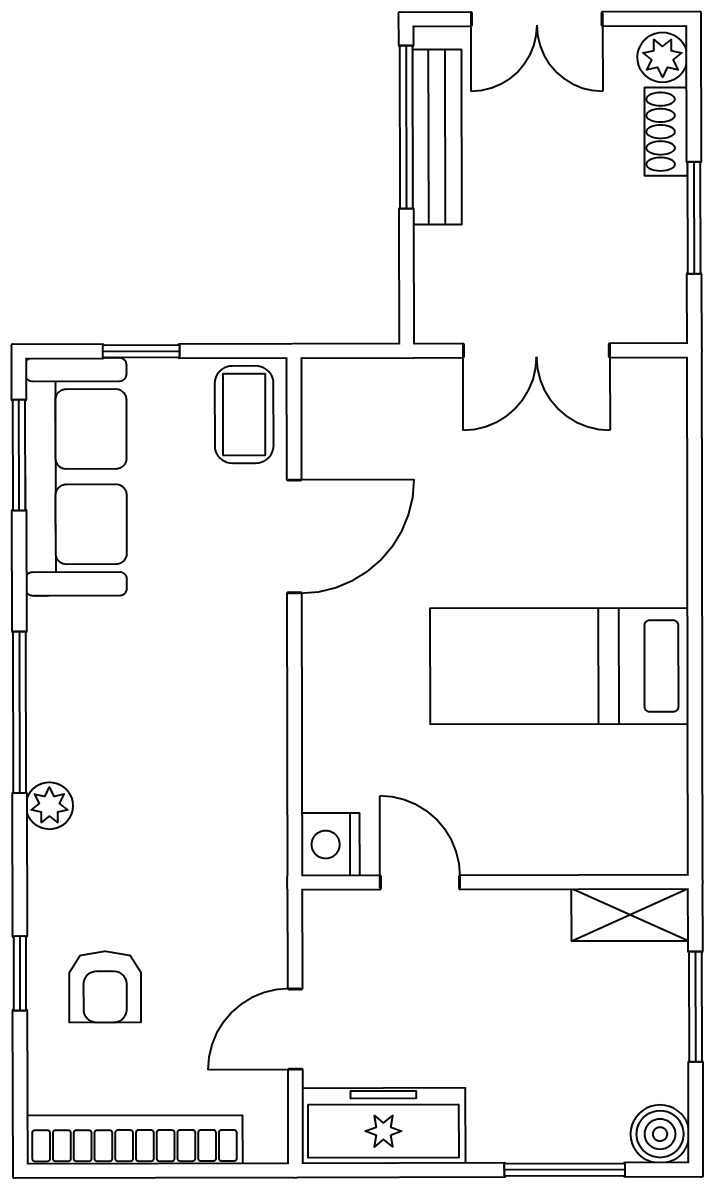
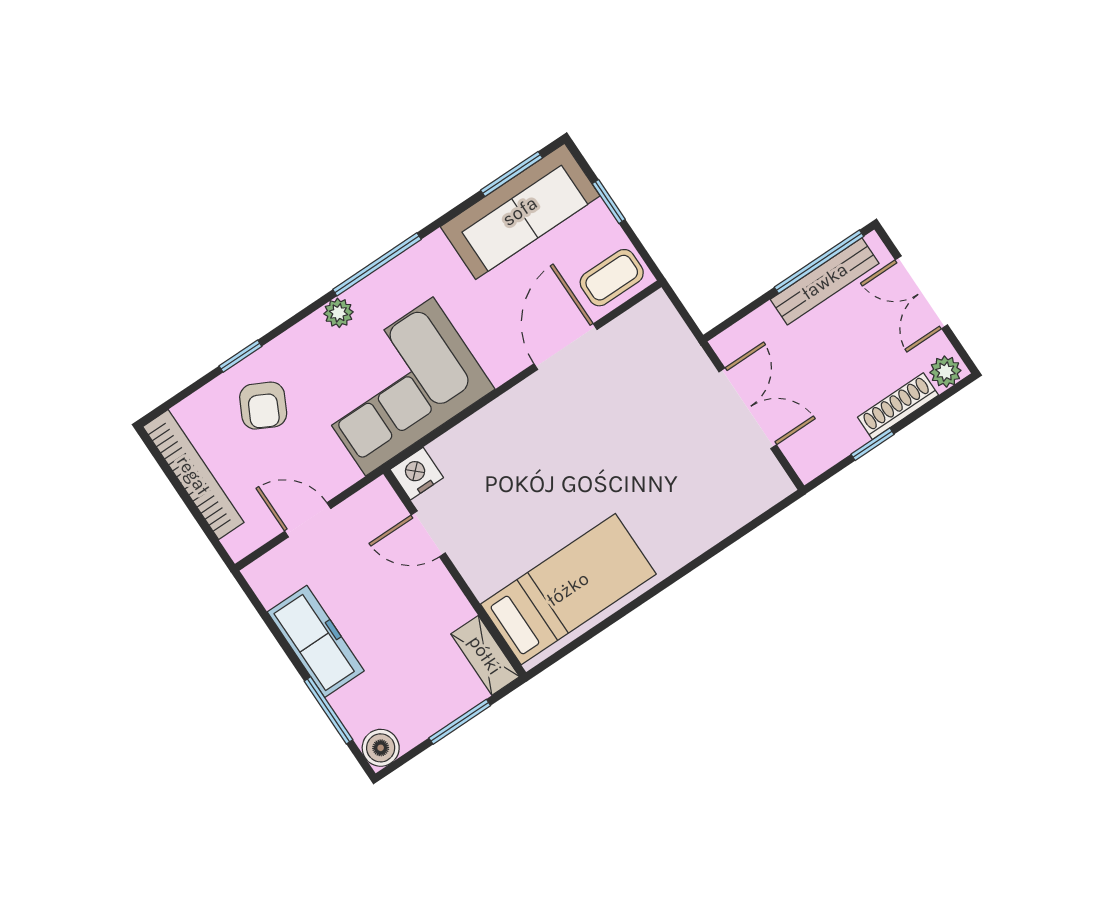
shoe rack: (666, 132) -> (898, 406), width x1.43
window: (694, 218) -> (873, 444), width x0.67
double door: (536, 351) -> (748, 408), swing flipped
door: (294, 536) -> (565, 347), swing flipped
bed: (559, 666) -> (568, 589), moved, turned 90
corner sofa: (200, 790) -> (399, 386), added
door: (420, 882) -> (428, 534), swing flipped
armchair: (105, 987) -> (263, 406), turned -63
freezer: (383, 1126) -> (316, 641), moved

